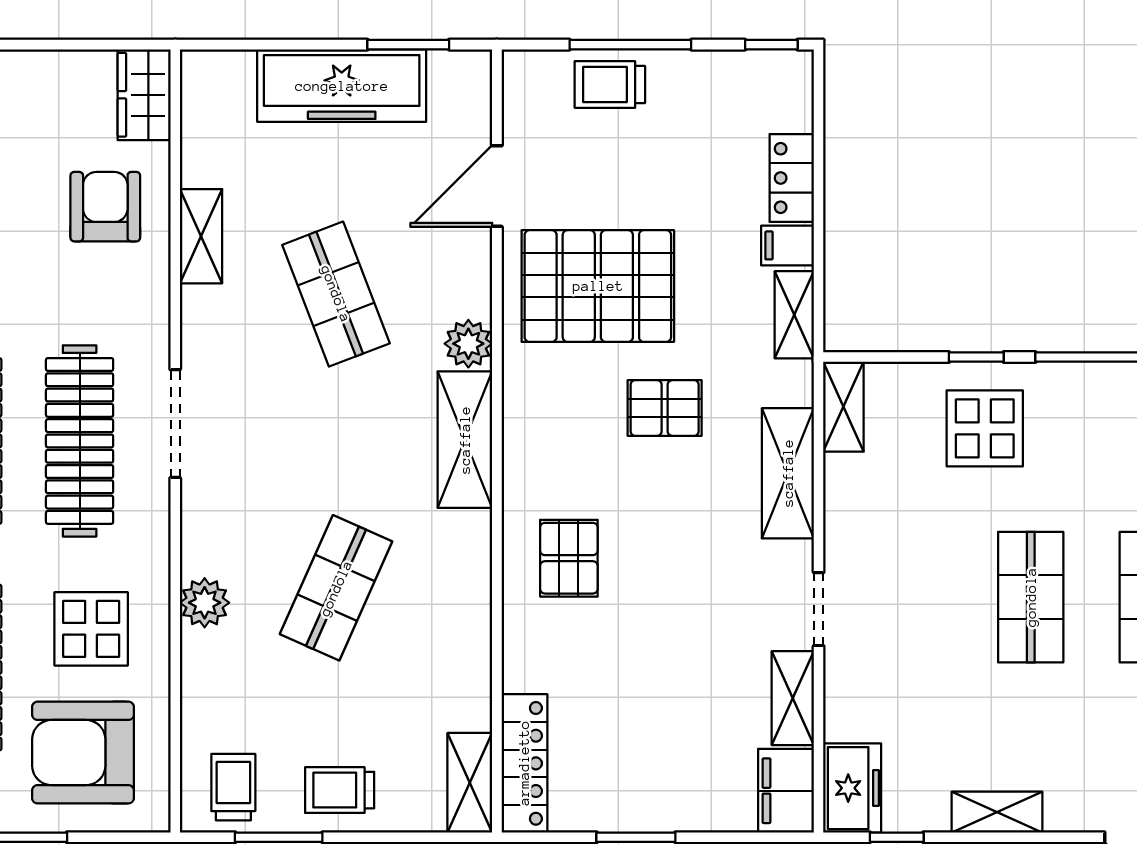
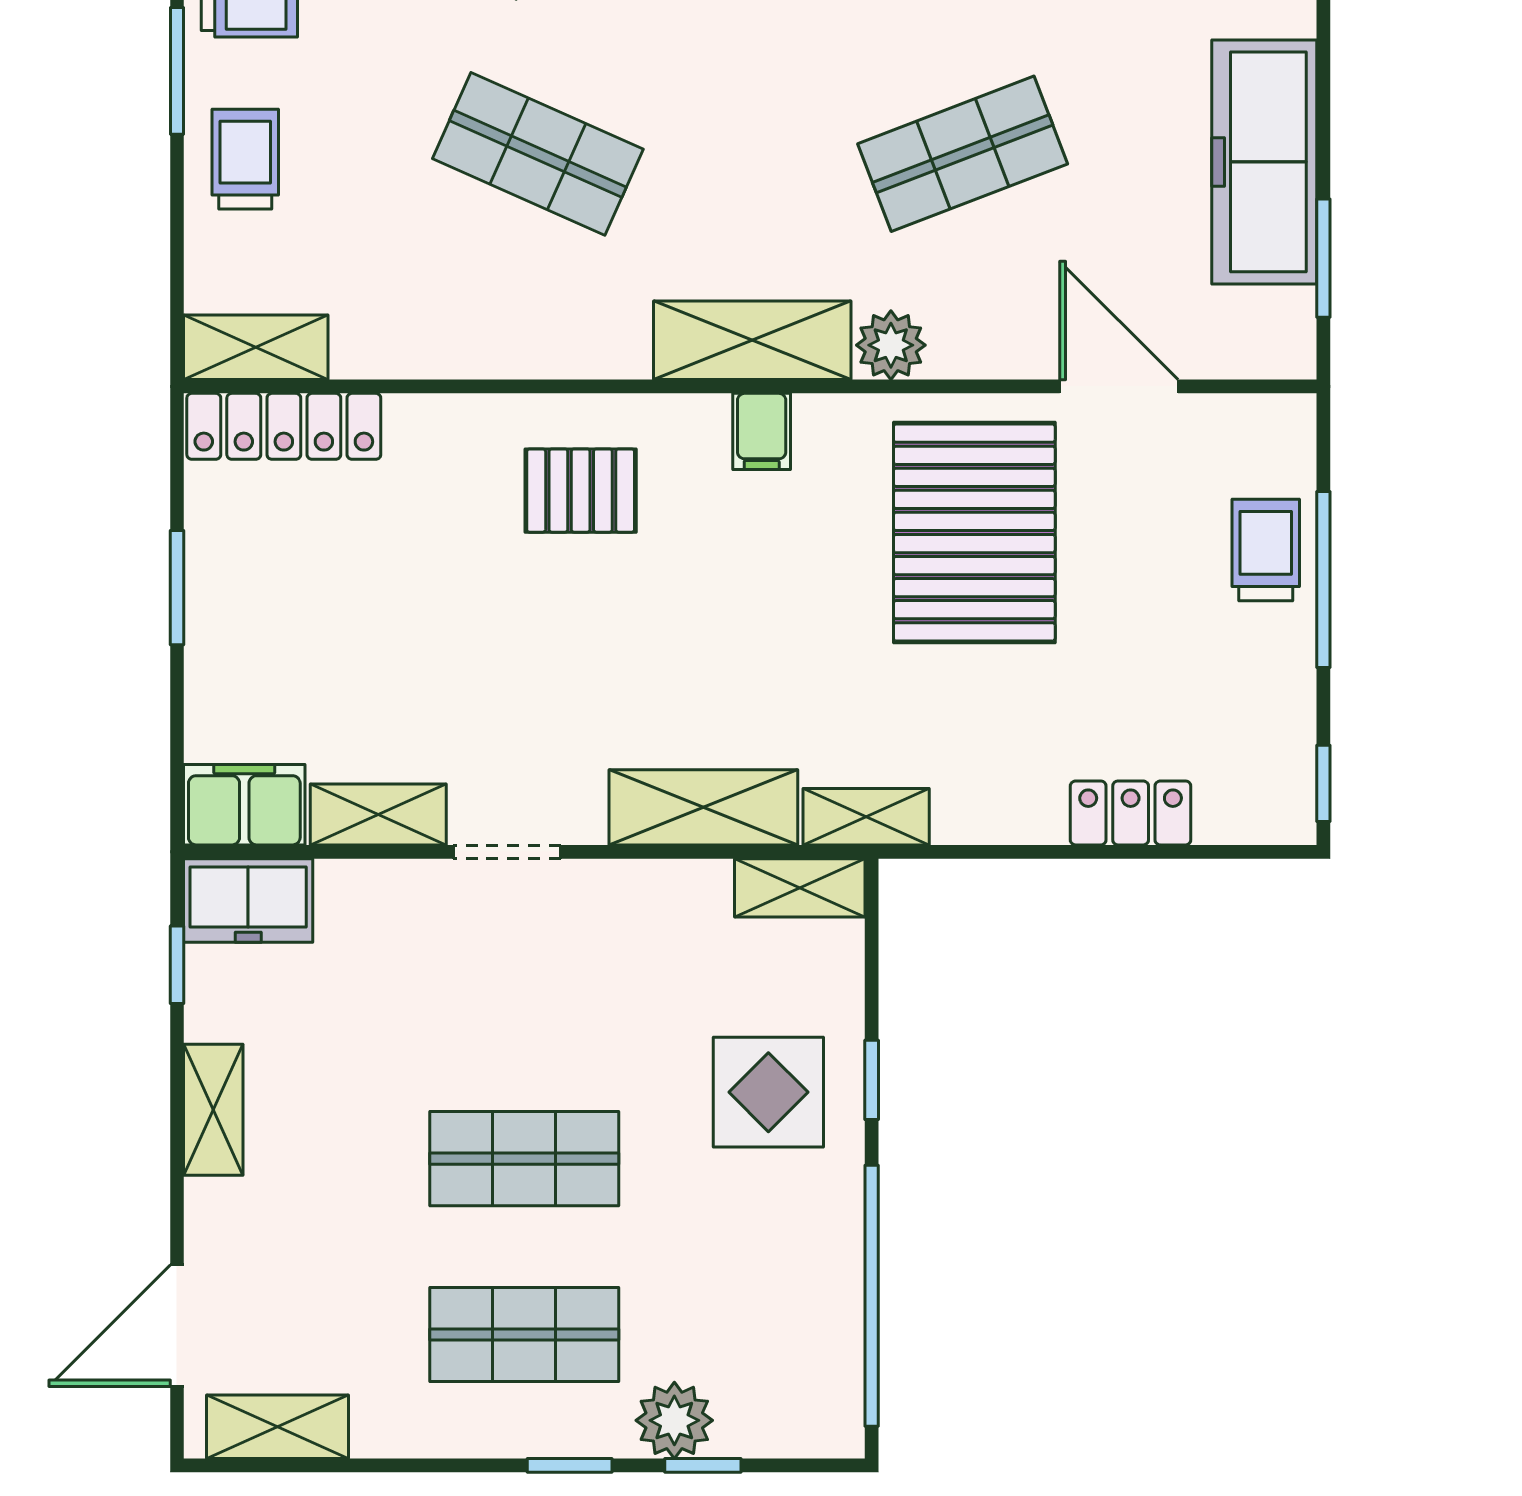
filing cabinet: (787, 245) -> (762, 431), moved, turned 180
shelving: (794, 315) -> (866, 817), moved
pallet: (665, 408) -> (798, 629), removed

